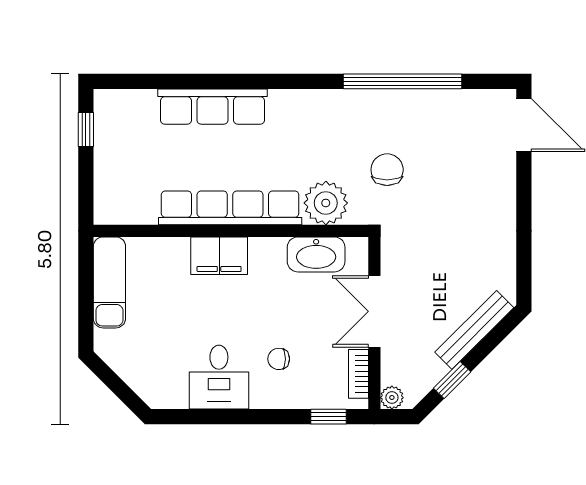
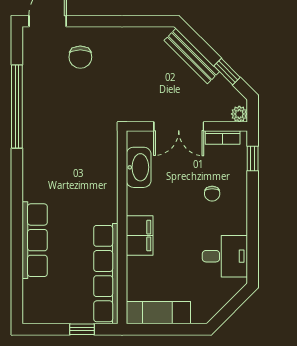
window: (86, 130) -> (82, 329), moved
chair: (387, 170) -> (80, 57), moved, turned -90
plant: (326, 203) -> (102, 161), removed
row of seats: (230, 208) -> (106, 274), moved
desk: (219, 377) -> (225, 256), moved

